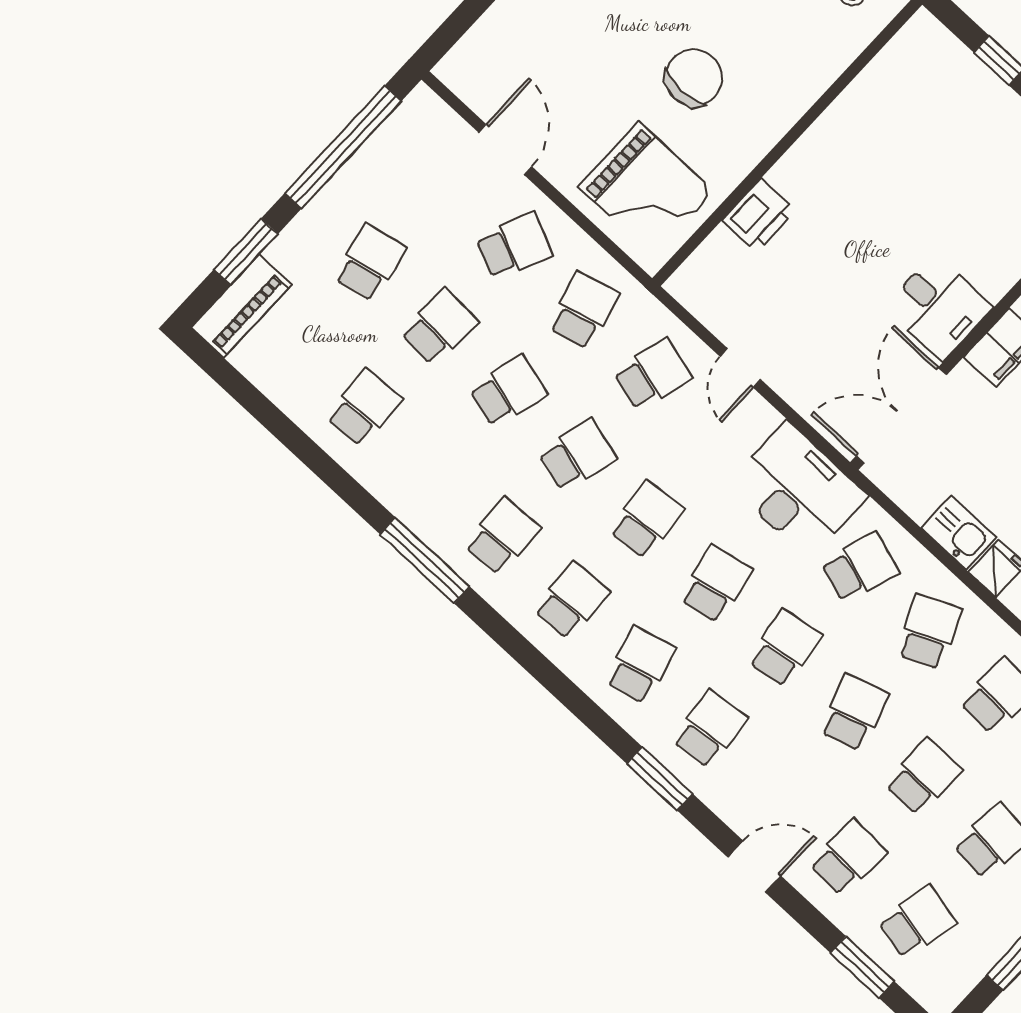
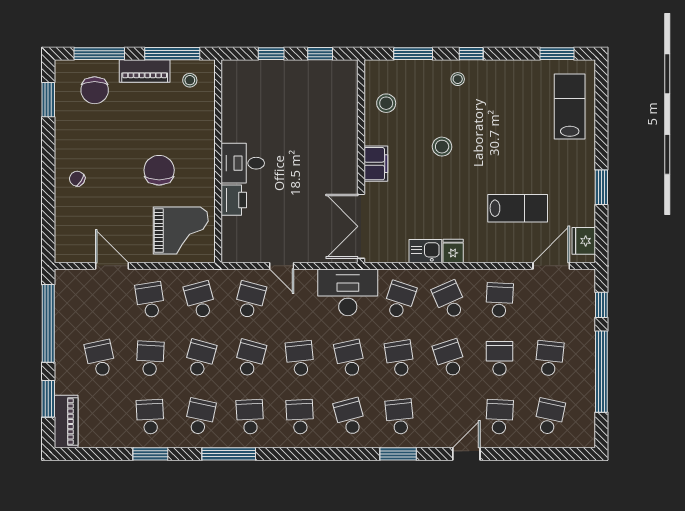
school desk: (514, 246) -> (150, 300), turned -33
desk: (938, 307) -> (243, 163), moved, turned 180
school desk: (433, 472) -> (200, 417), added
window: (862, 967) -> (150, 454), moved

